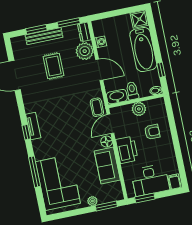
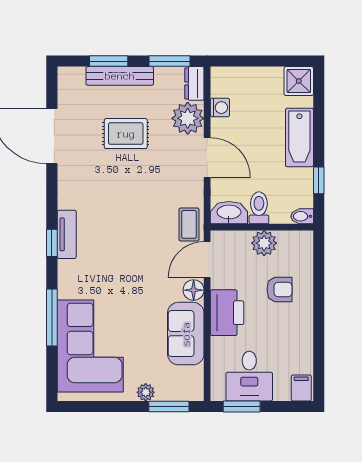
bathtub: (143, 50) -> (299, 137), width x0.73, depth x0.73
rug: (53, 66) -> (126, 134), turned 90
desk: (150, 180) -> (249, 376), width x0.73

